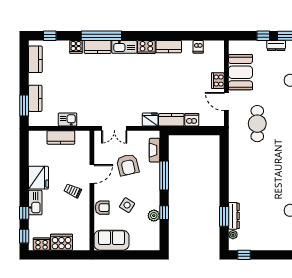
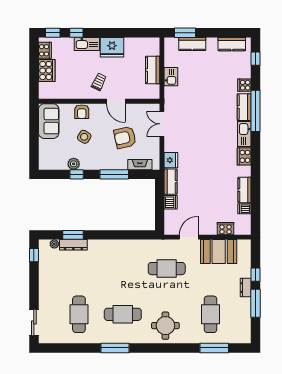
kitchen counter: (169, 47) -> (245, 190), moved
cooker: (218, 81) -> (226, 229), moved

